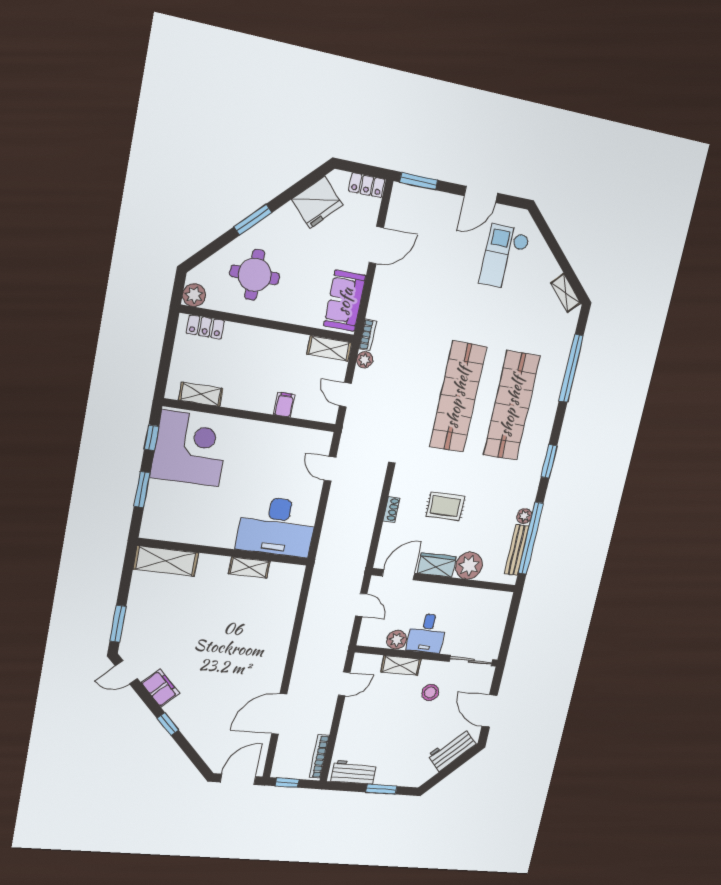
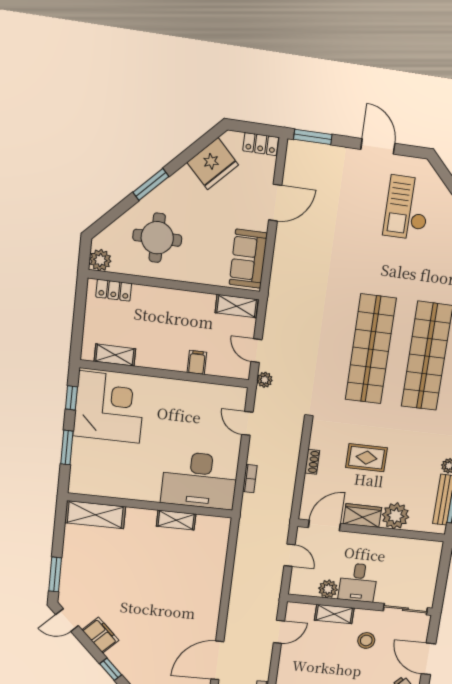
door: (481, 194) -> (378, 146), swing flipped
bookcase: (368, 335) -> (250, 479), moved
plant: (365, 360) -> (265, 380), moved

